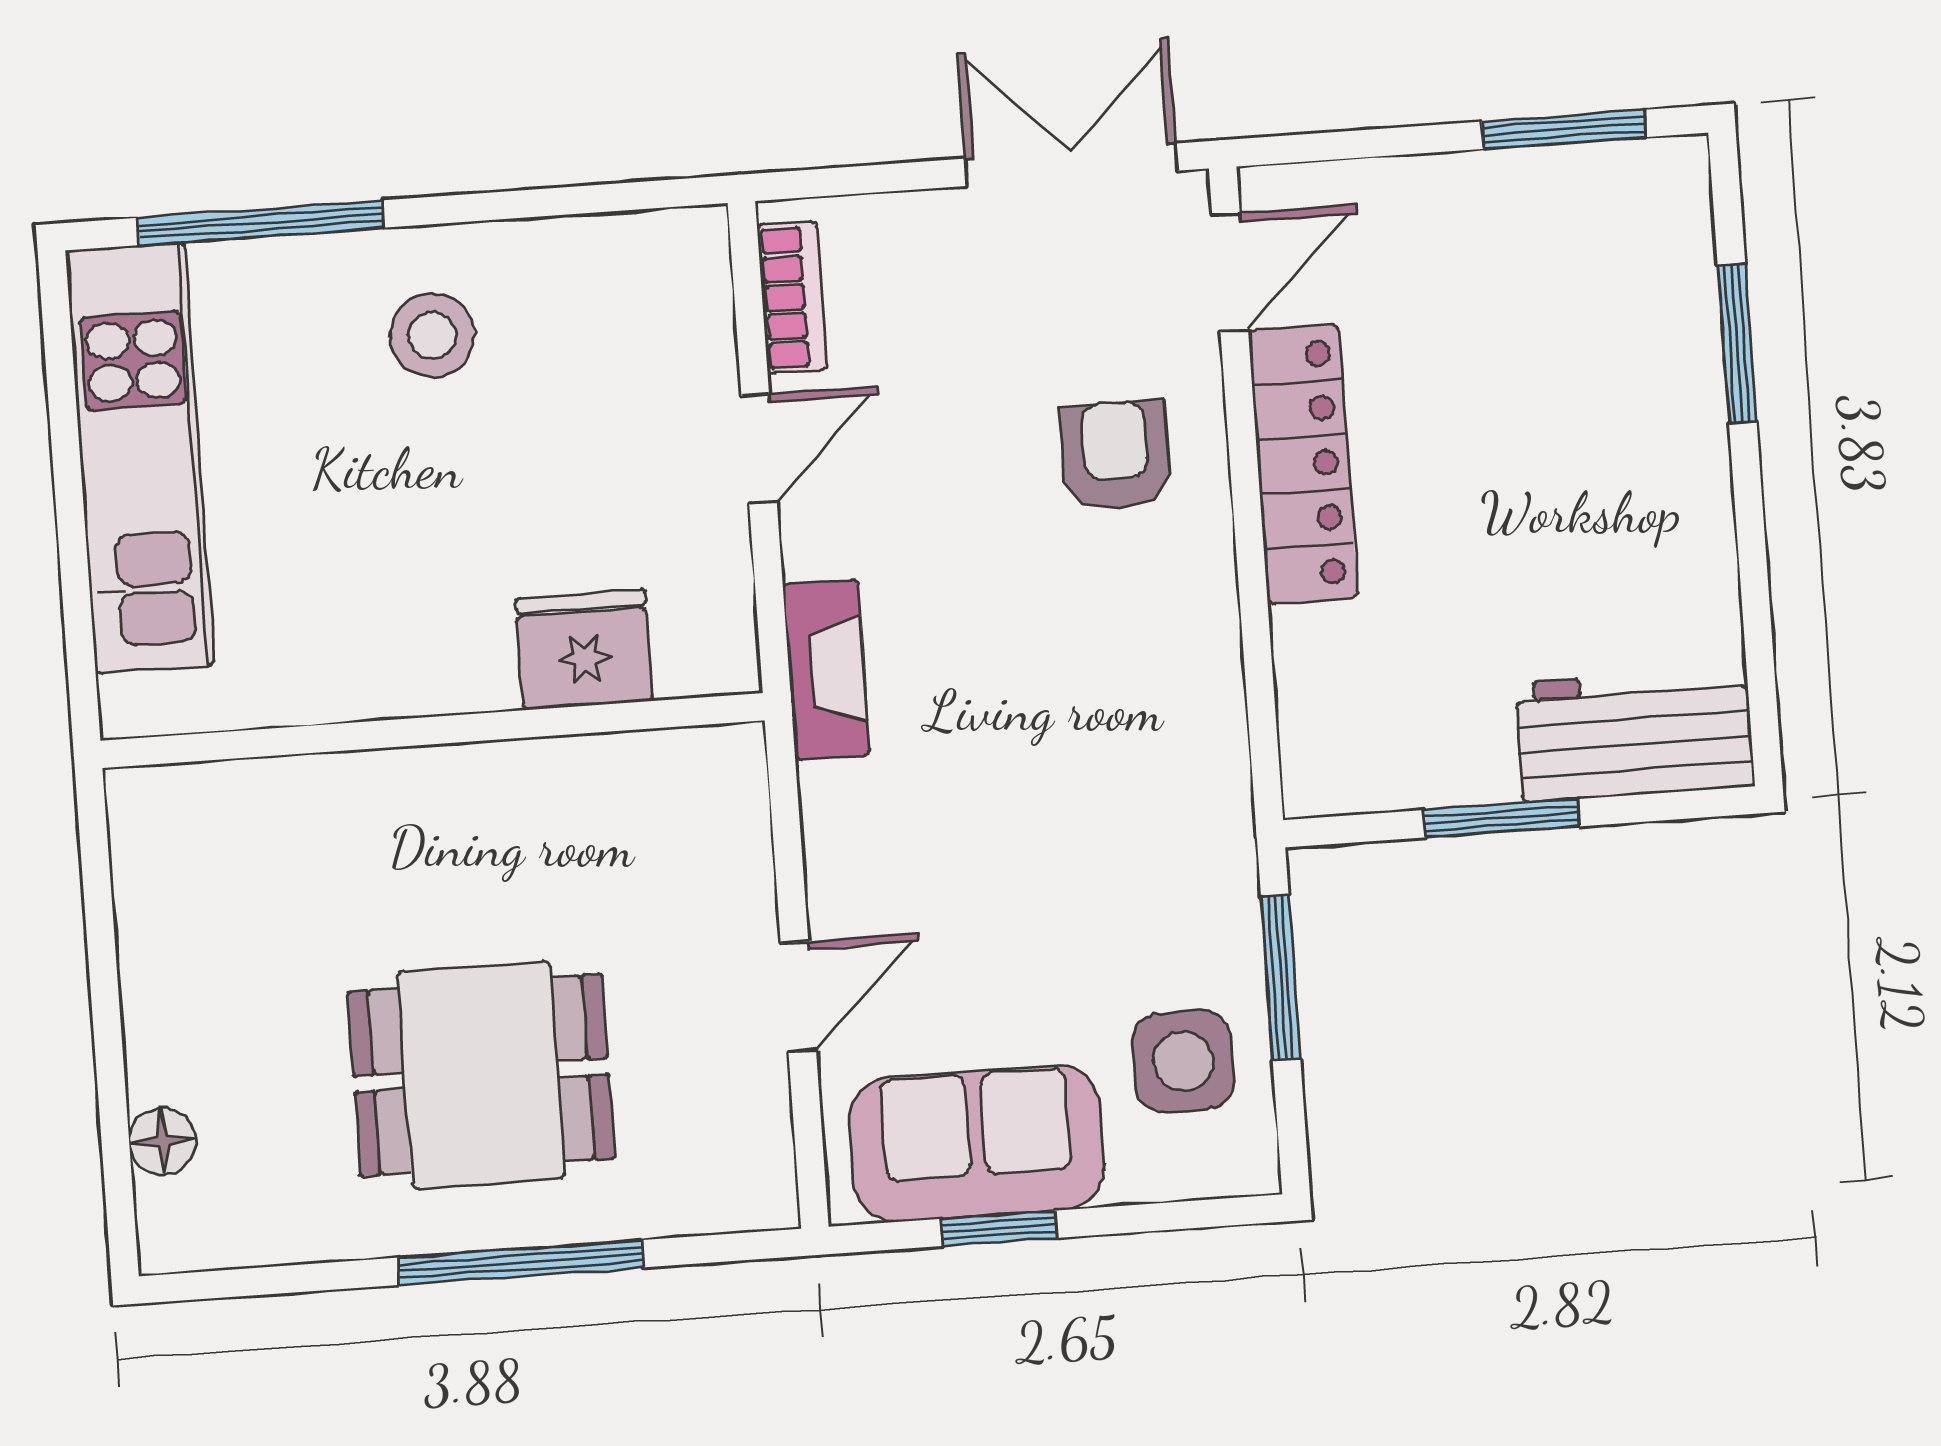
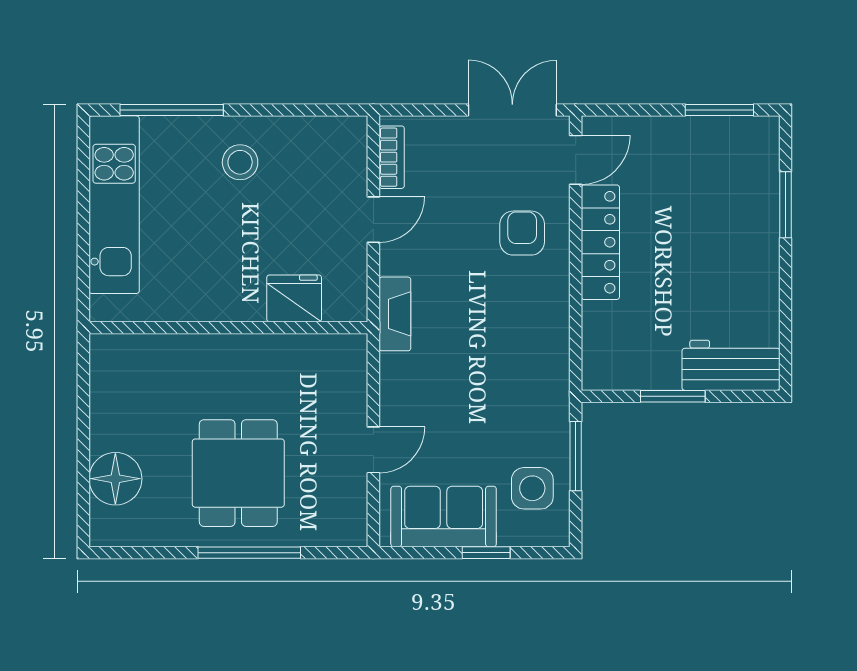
dining table: (481, 1075) -> (238, 473), turned 90
floor lamp: (162, 1141) -> (115, 479), width x1.89, depth x1.89
window: (999, 1228) -> (486, 553), moved

